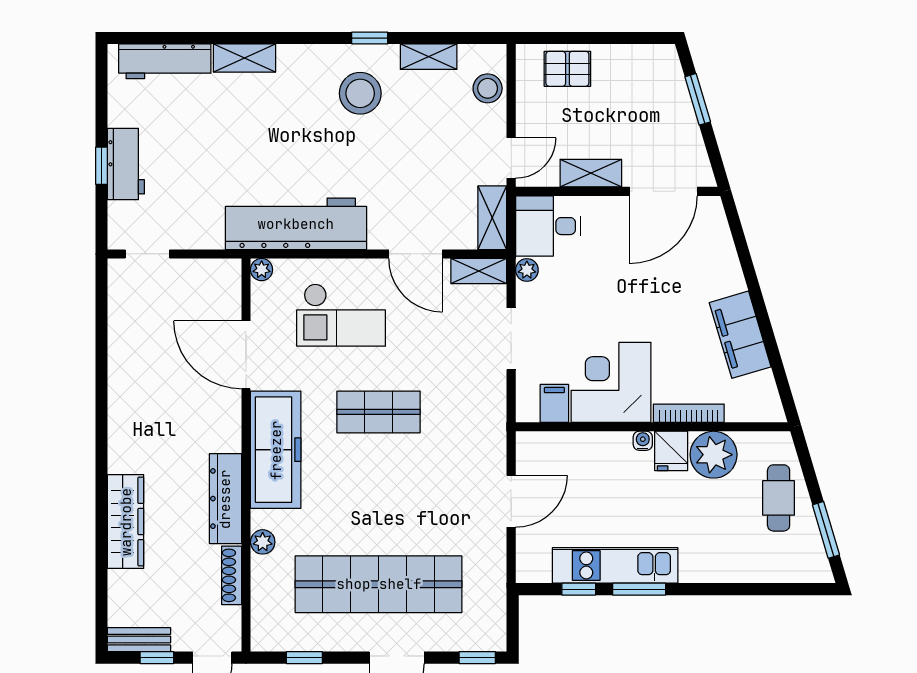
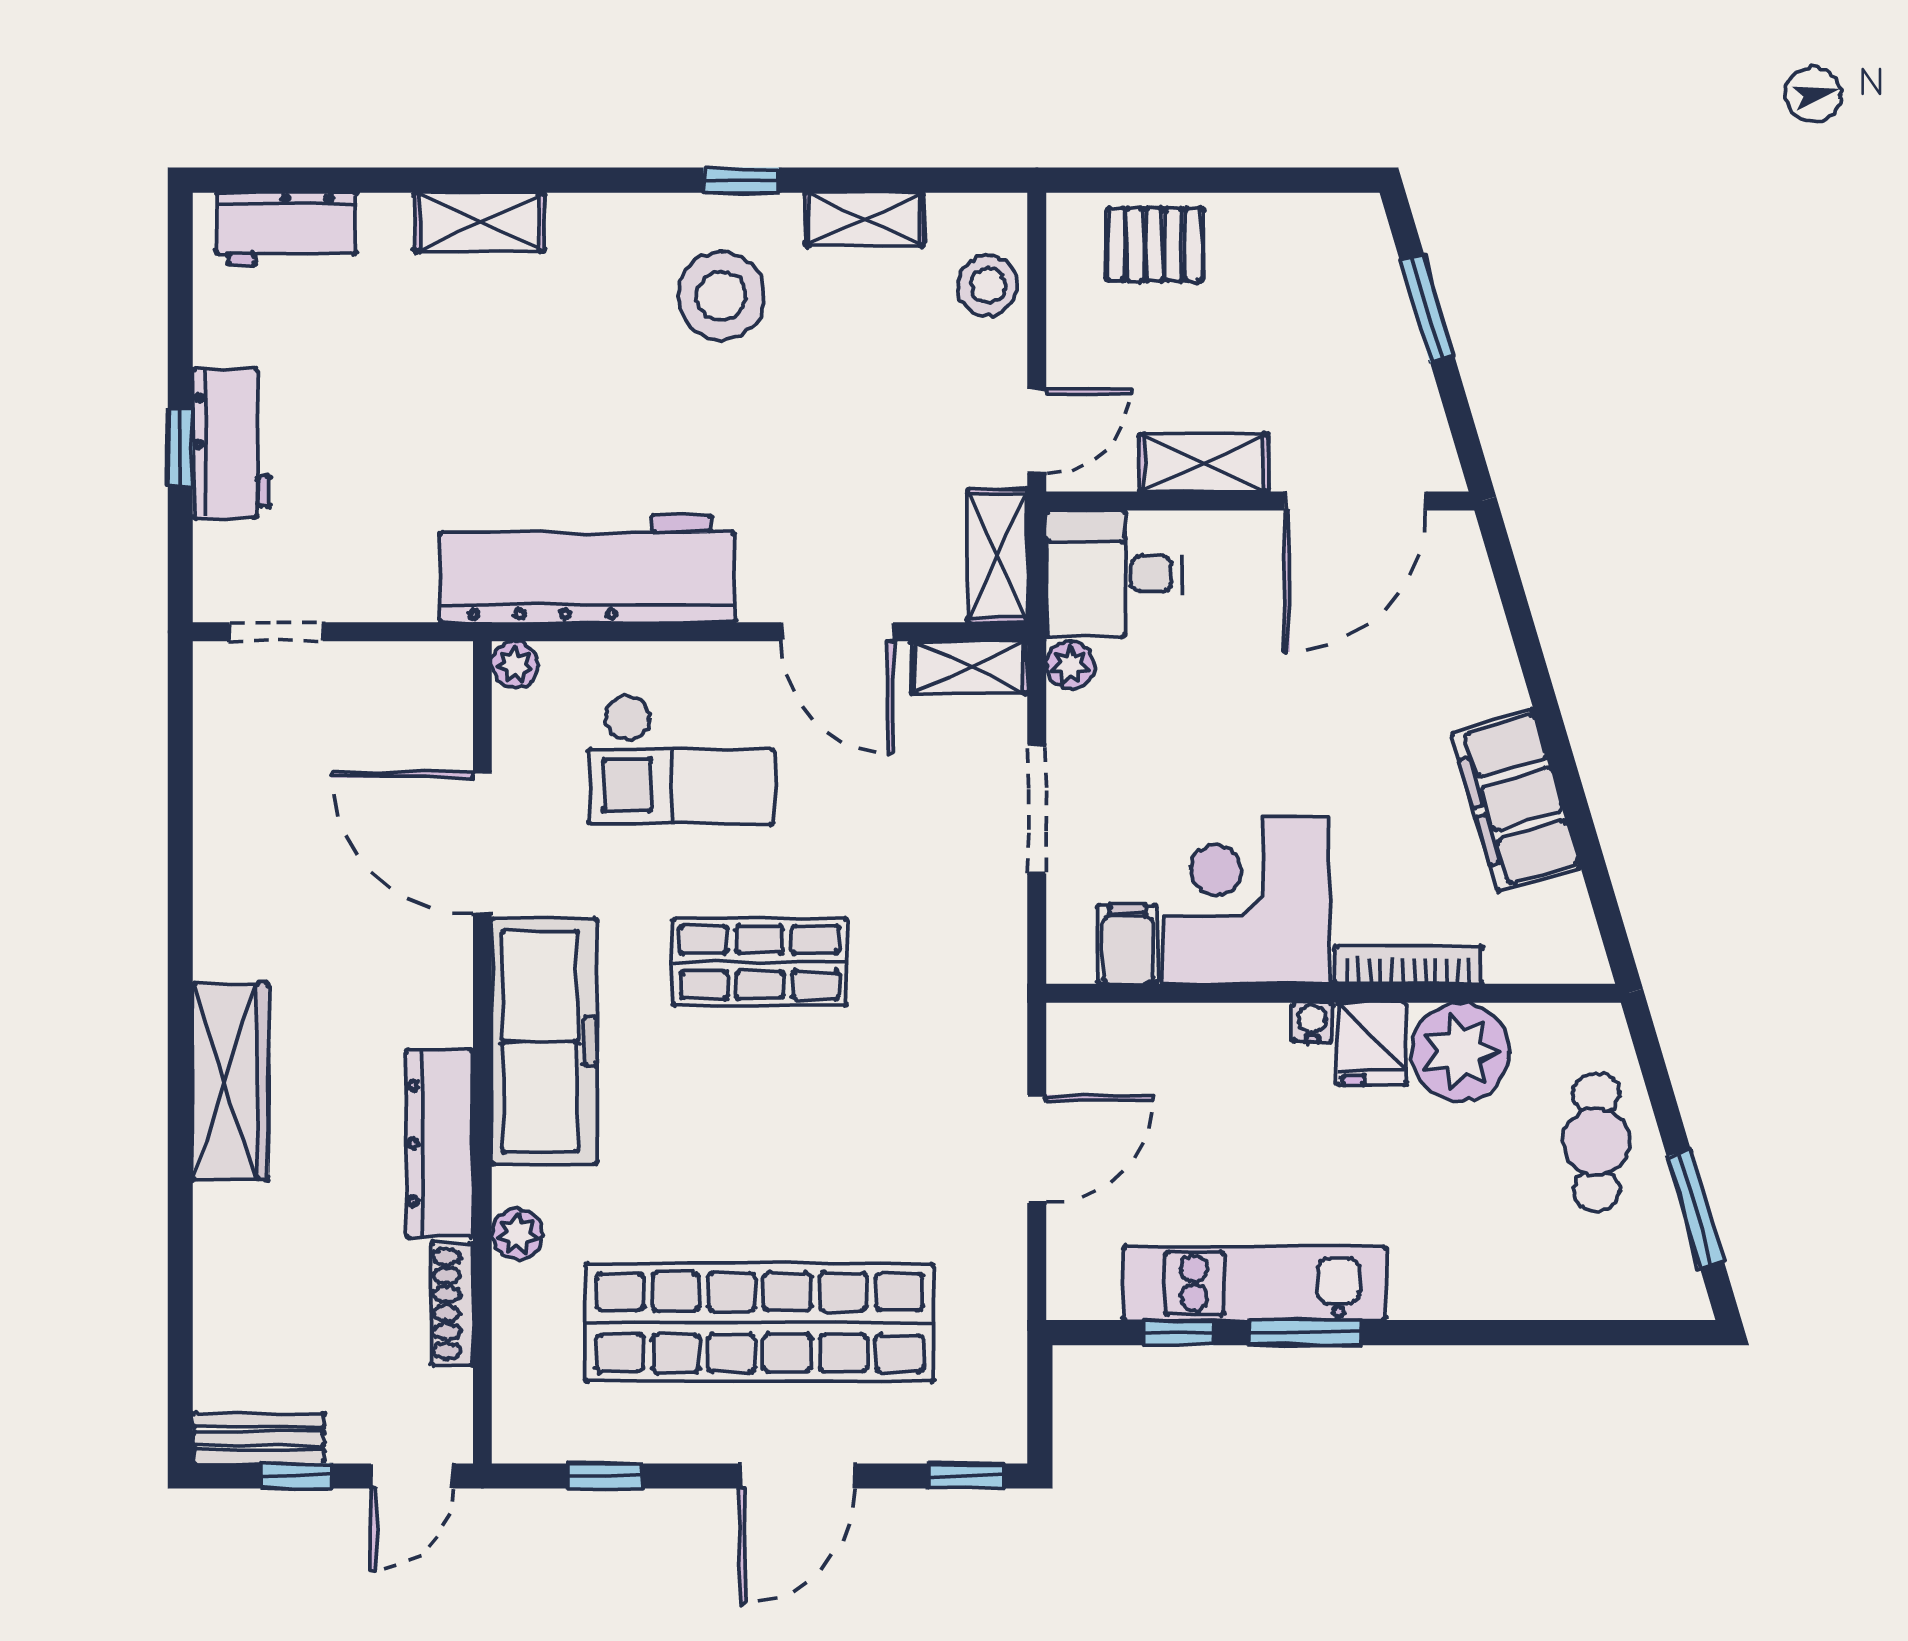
workbench: (165, 61) -> (286, 229), width x0.73
wardrobe: (126, 522) -> (231, 1081), moved

